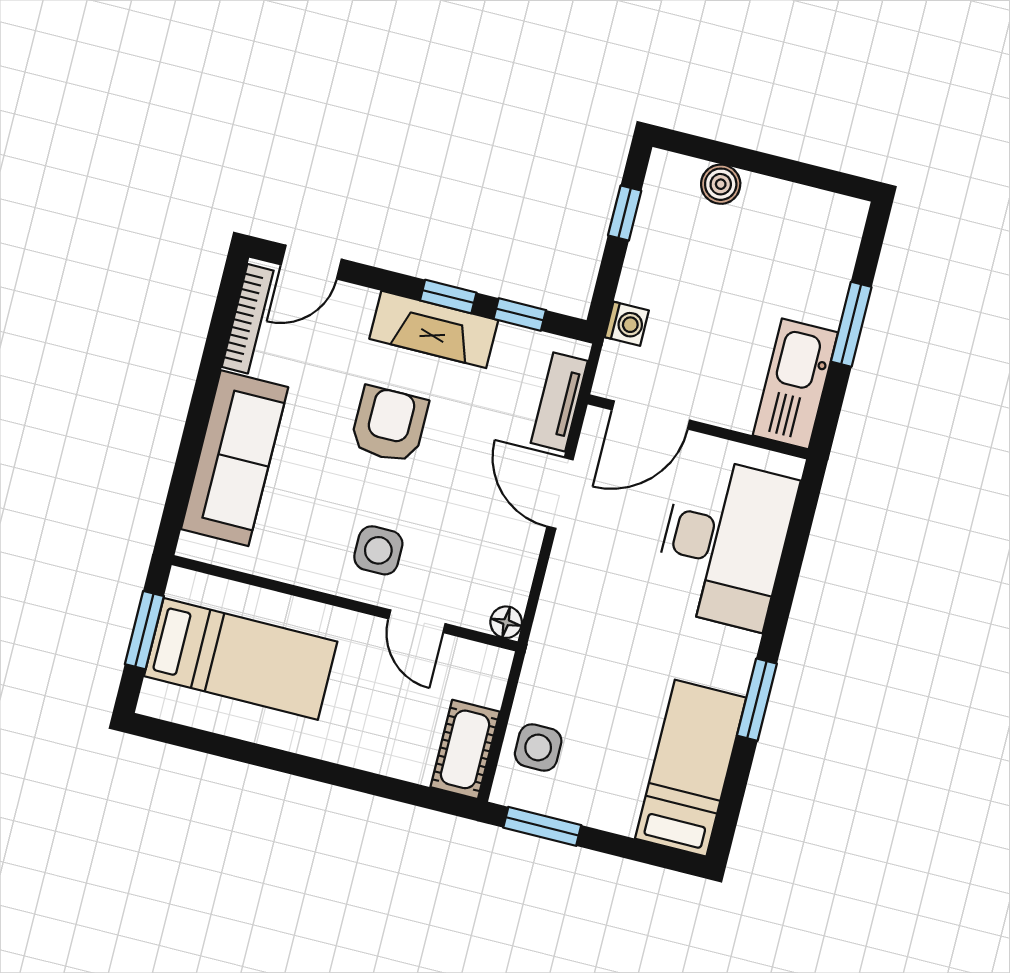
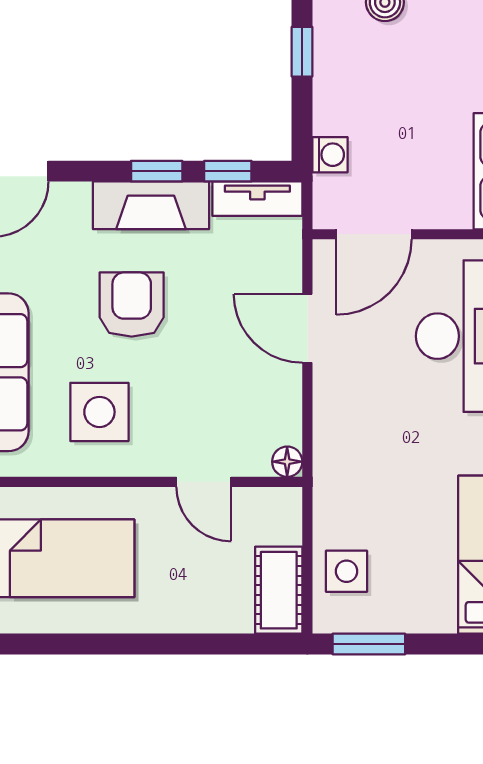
tv unit: (559, 402) -> (257, 199), moved, turned -90
side table: (378, 550) -> (99, 412), moved, width x1.37, depth x1.37

